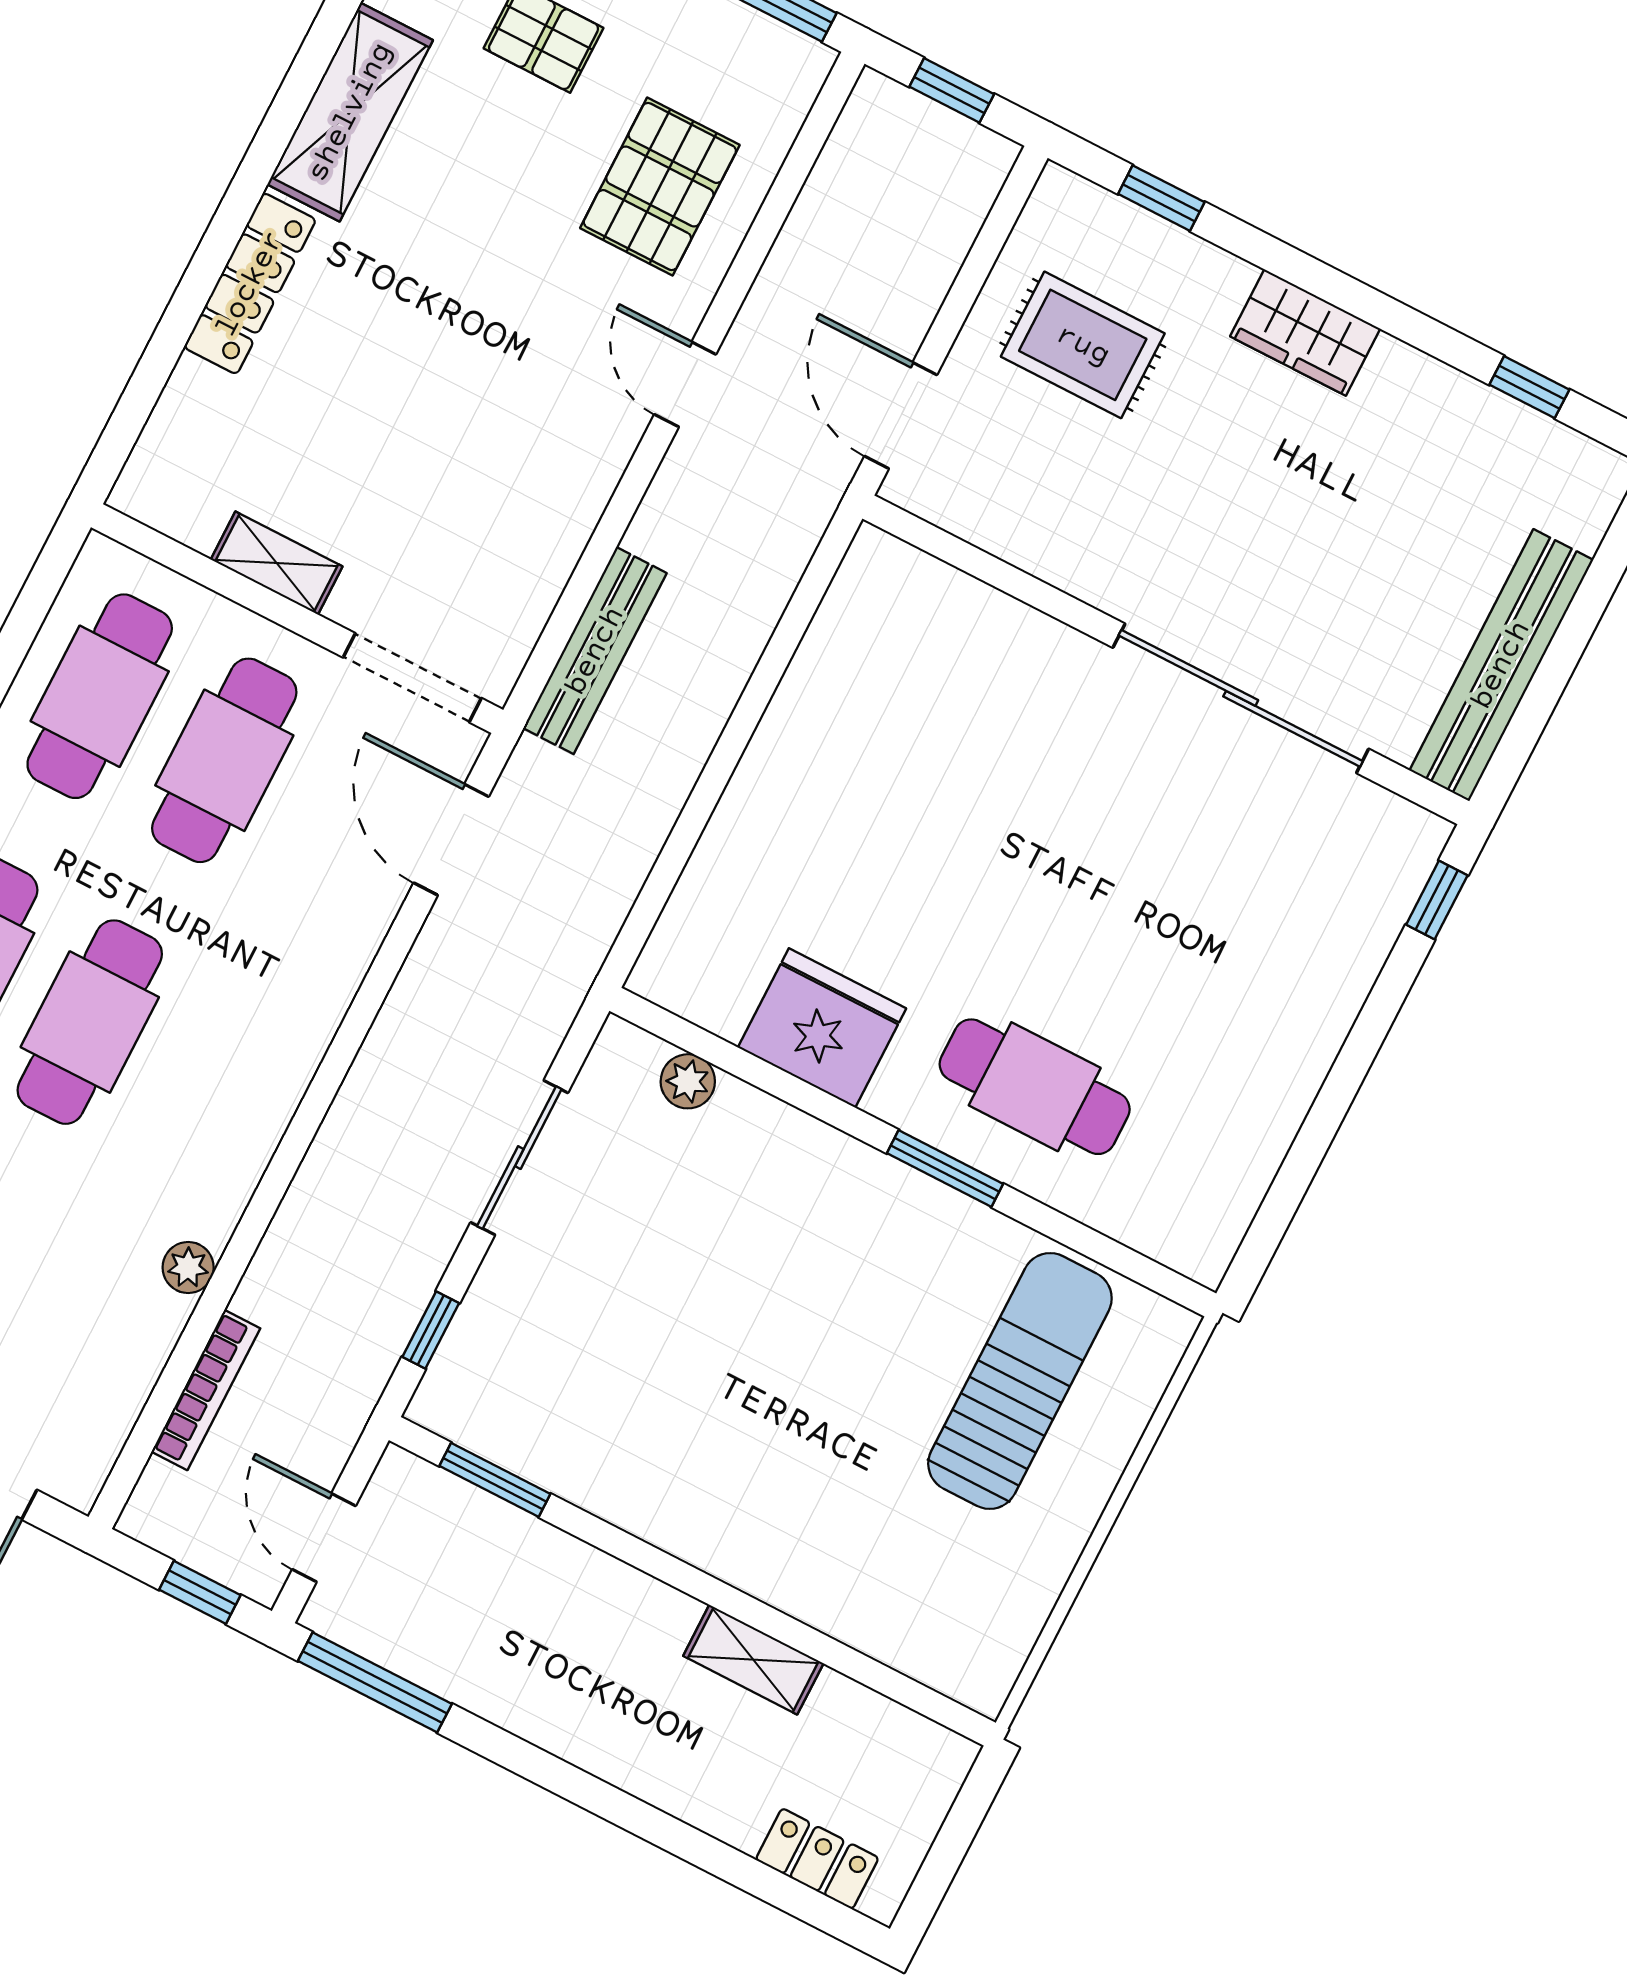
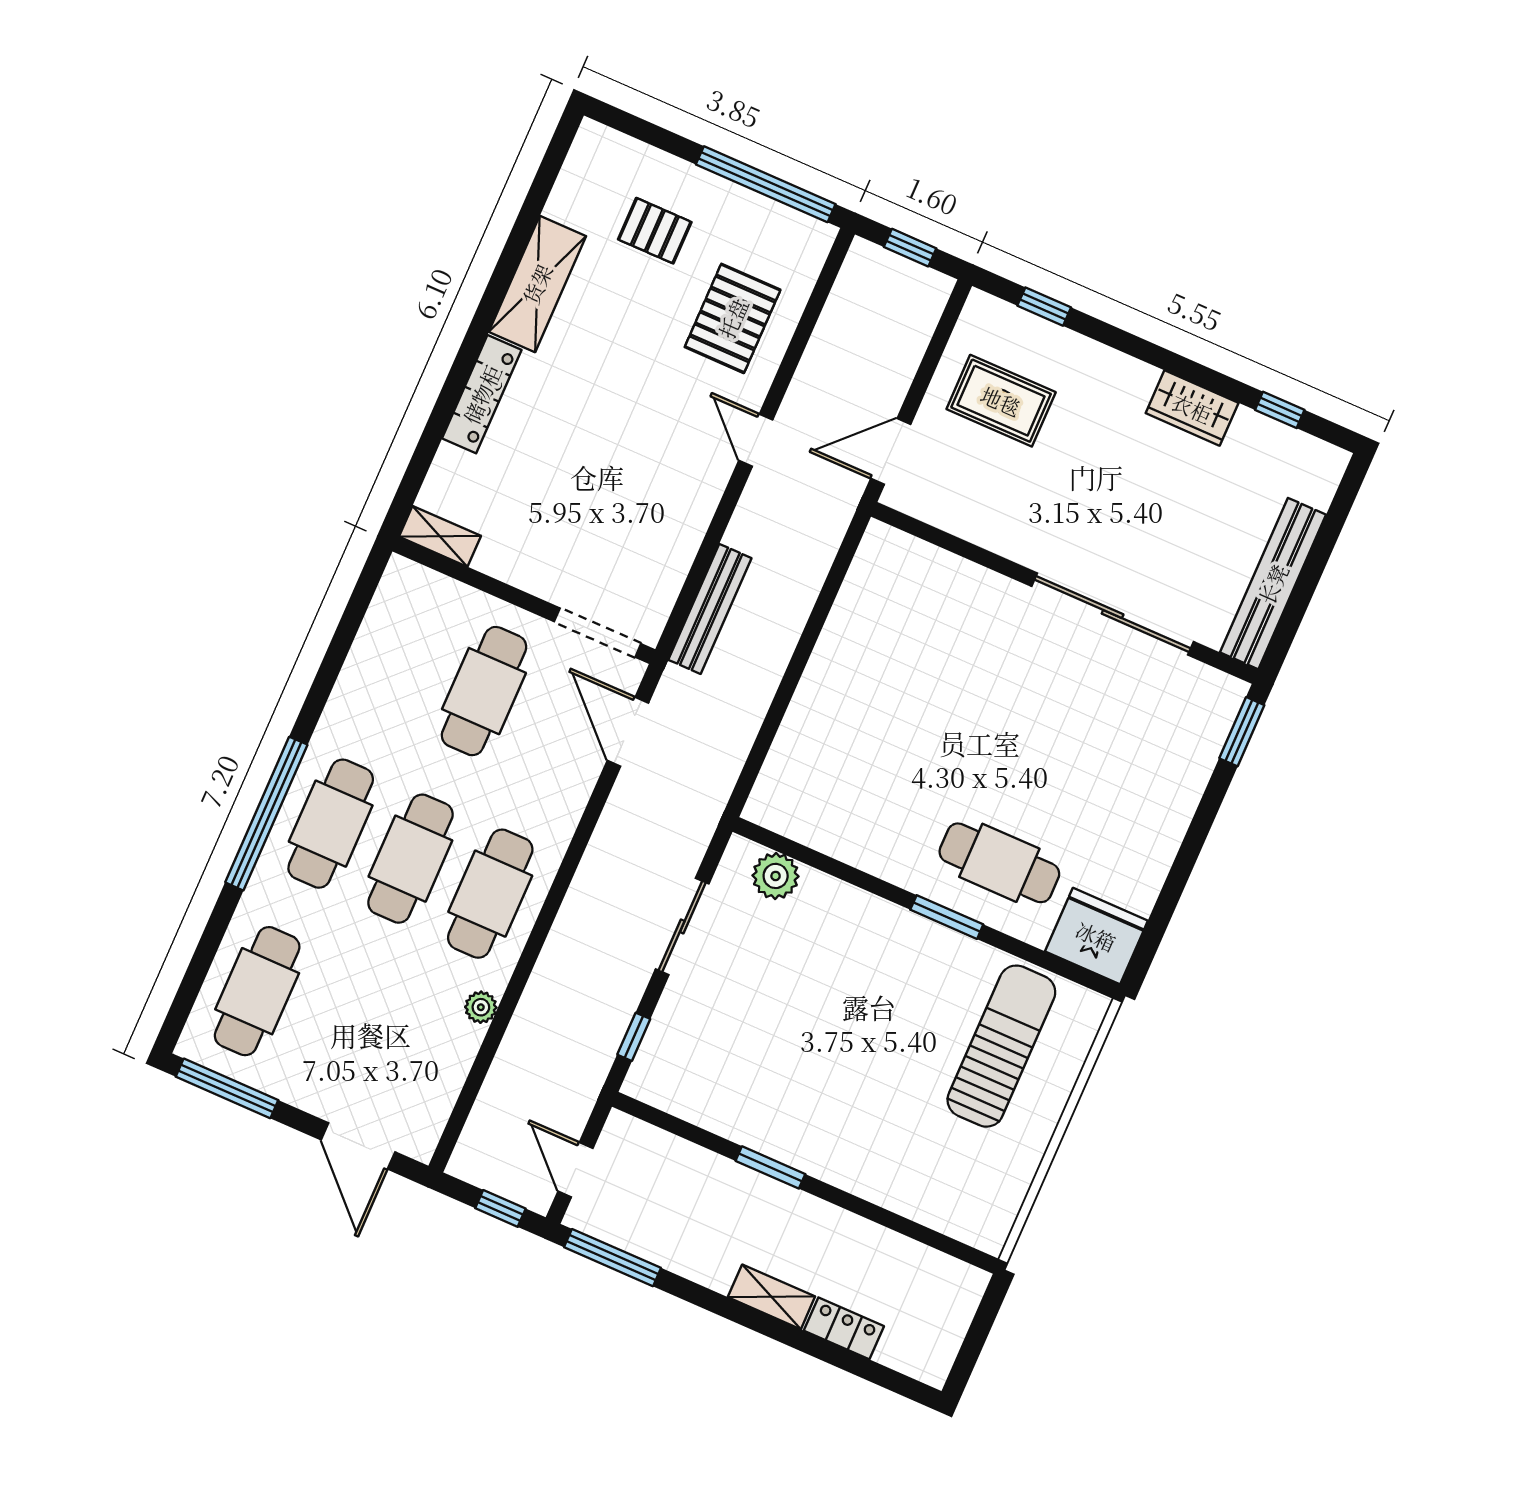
wardrobe: (1305, 333) -> (1192, 408), moved
door: (901, 415) -> (891, 451), hinge flipped
shelving: (277, 563) -> (440, 536), moved
cafe table: (100, 696) -> (490, 894), moved
window: (1437, 900) -> (1242, 732), width x1.50
fridge: (822, 1028) -> (1096, 936), moved
plant: (688, 1081) -> (776, 876), width x1.38, depth x1.38
bookcase: (206, 1390) -> (496, 1083), removed
window: (495, 1480) -> (770, 1167), moved
shelving: (753, 1660) -> (771, 1297), moved
locker: (817, 1859) -> (844, 1328), moved

